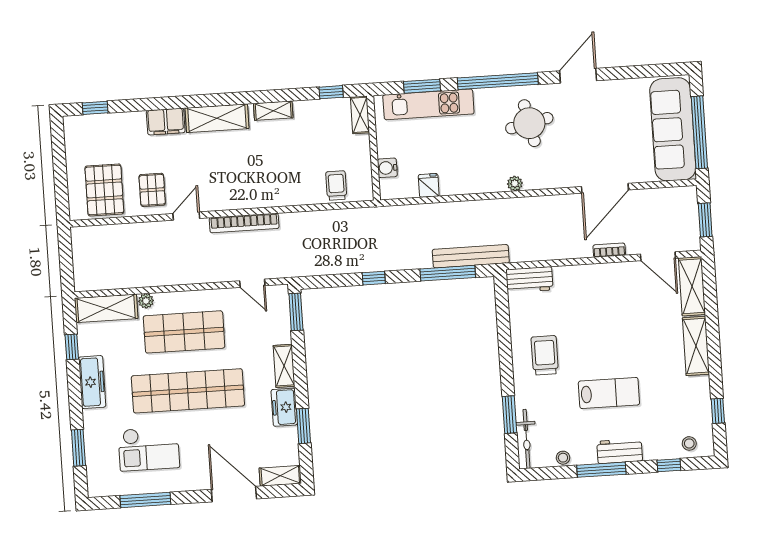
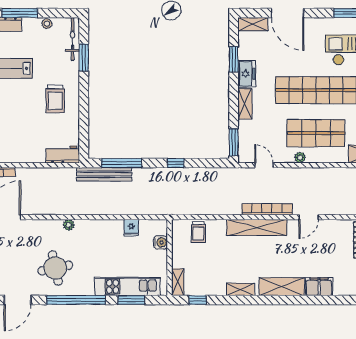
pallet: (152, 190) -> (332, 238), removed
shelving: (256, 197) -> (257, 227), added
plant: (146, 301) -> (300, 158), moved

